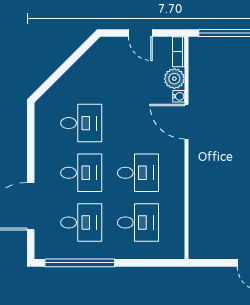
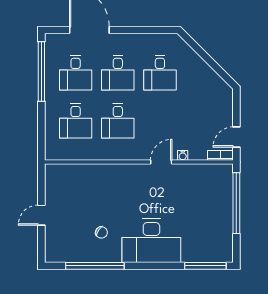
door: (140, 33) -> (236, 137), moved
plant: (174, 79) -> (198, 152), removed
door: (186, 122) -> (161, 162), width x0.73

